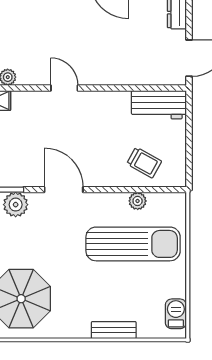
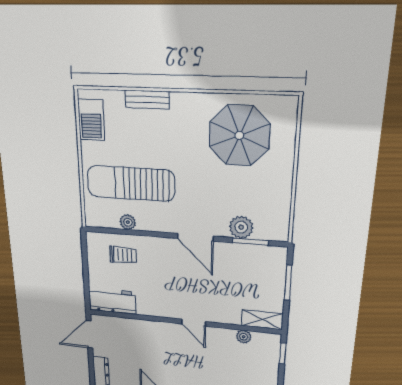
trolley: (144, 162) -> (123, 255), turned 151
barbecue: (176, 314) -> (91, 120), width x1.38, depth x1.27

